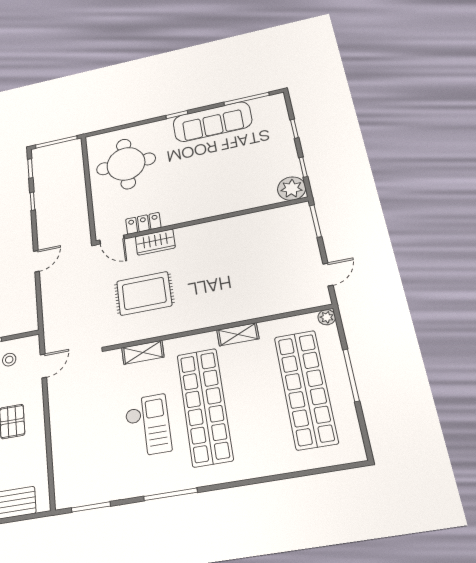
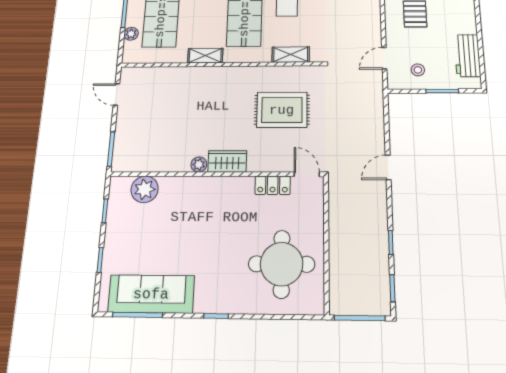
sofa: (212, 122) -> (151, 294), moved
plant: (292, 189) -> (145, 189), moved
plant: (219, 226) -> (199, 164), added
wardrobe: (155, 242) -> (227, 161), moved
door: (328, 274) -> (116, 94), hinge flipped
plant: (327, 317) -> (131, 34), moved

